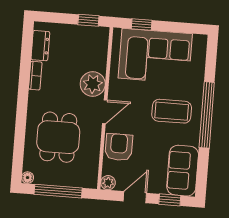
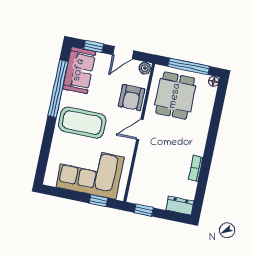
dresser: (40, 46) -> (180, 206), moved, turned 90
plant: (93, 84) -> (147, 155), removed
coffee table: (172, 111) -> (82, 123), width x1.36, depth x1.32
window: (207, 115) -> (58, 89), moved
dining table: (58, 137) -> (175, 96), moved

